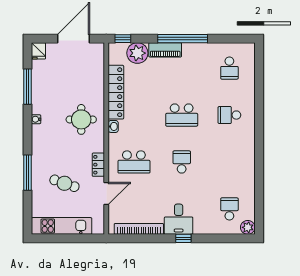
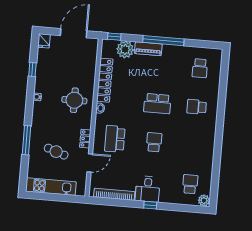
window: (28, 87) -> (32, 69), width x0.46
school desk: (134, 162) -> (115, 139), turned 90

